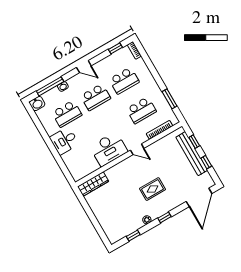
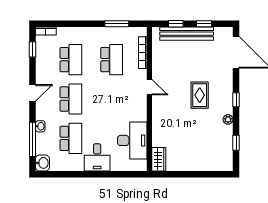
desk: (109, 149) -> (132, 140), moved
door: (137, 149) -> (149, 87), hinge flipped
wardrobe: (93, 184) -> (159, 159), width x0.67

